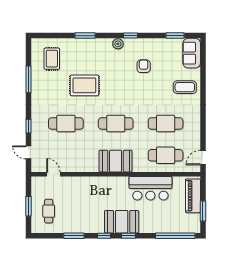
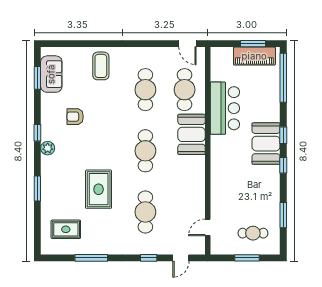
sofa: (192, 53) -> (51, 74), moved, turned -90
booth: (116, 161) -> (192, 134), moved
piano: (193, 196) -> (254, 56), moved
window: (74, 236) -> (283, 215), moved

